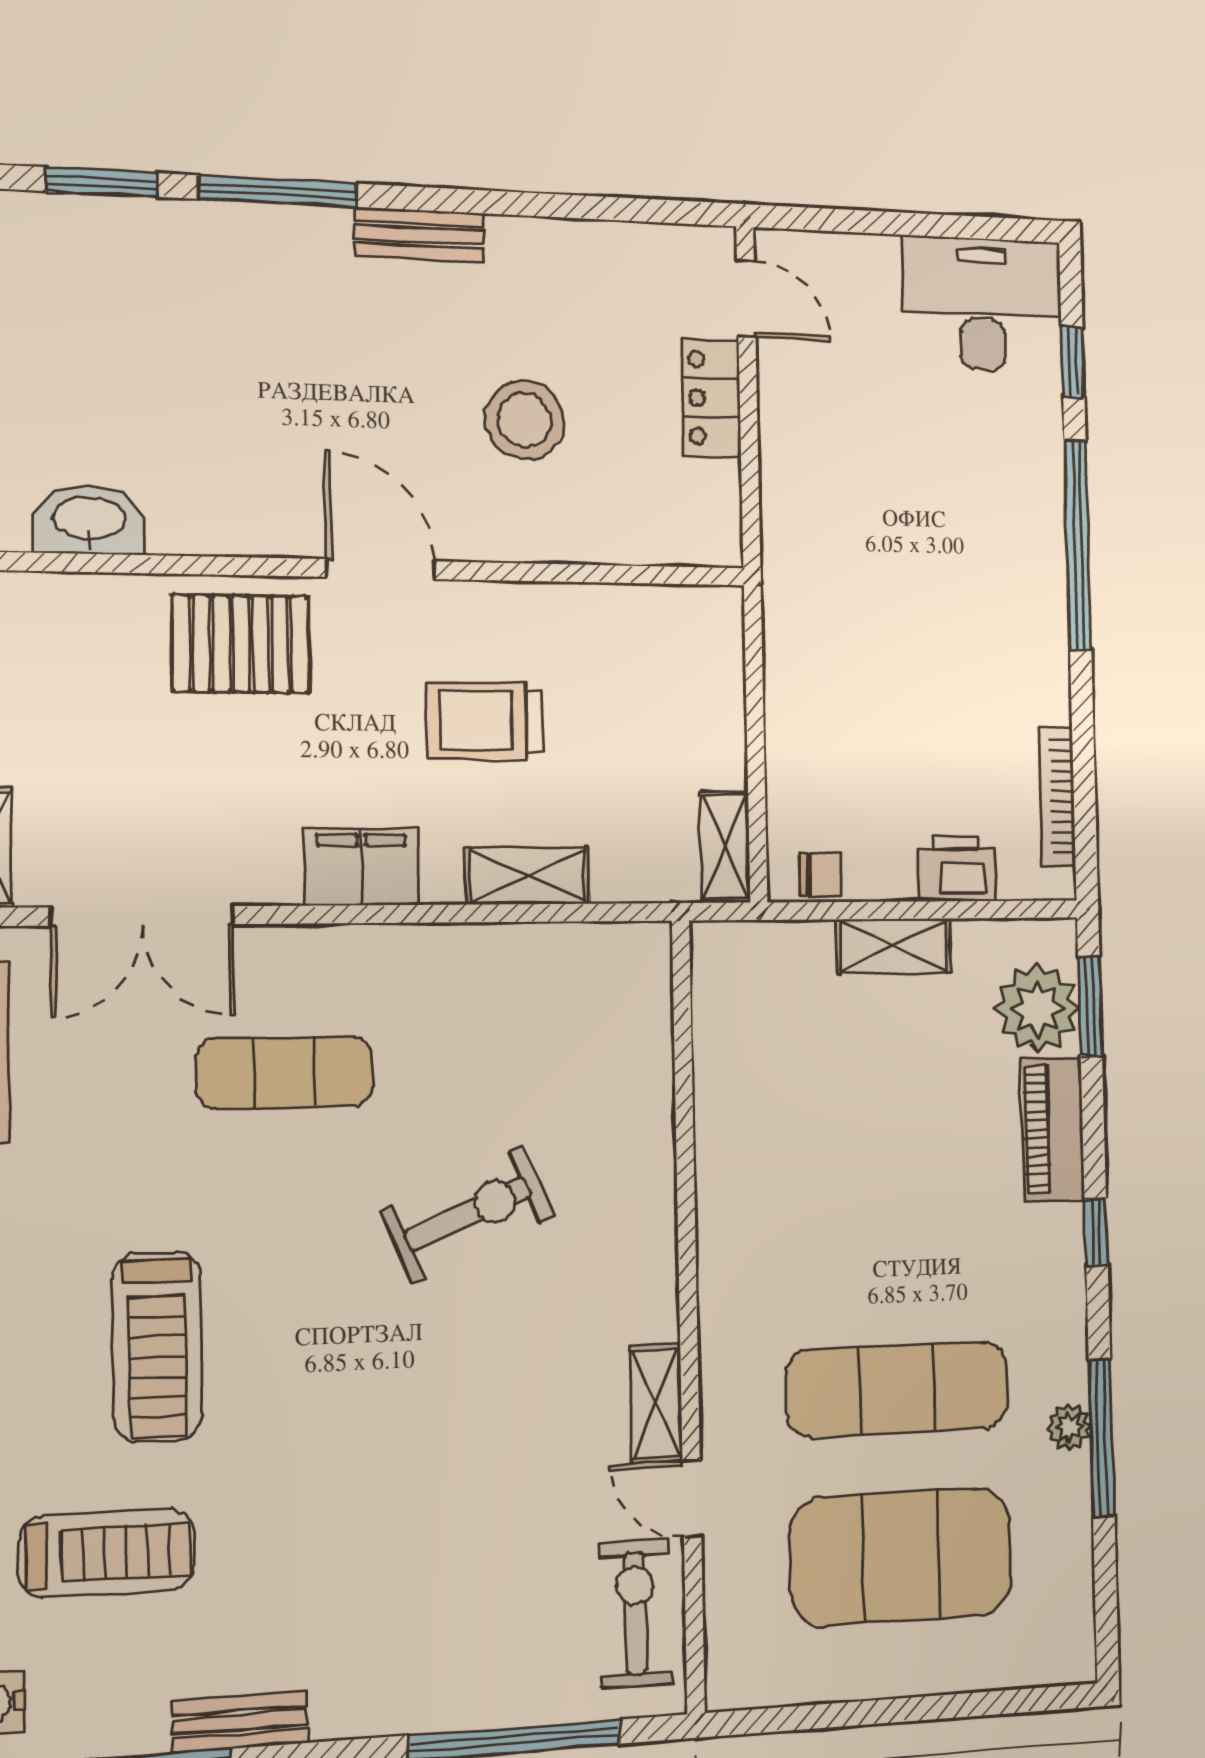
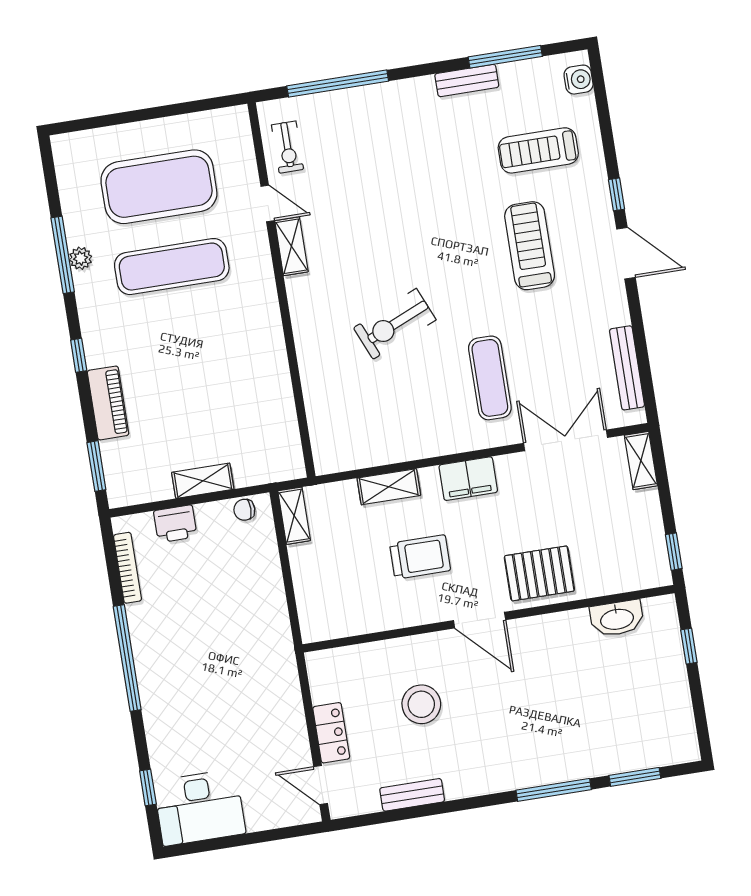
bench: (420, 235) -> (412, 795), moved
window: (1078, 545) -> (127, 658), moved
plant: (1037, 1008) -> (124, 461), removed
exercise mat: (285, 1073) -> (490, 378), turned 90
exercise bike: (636, 1613) -> (288, 147), width x0.73, depth x0.72

